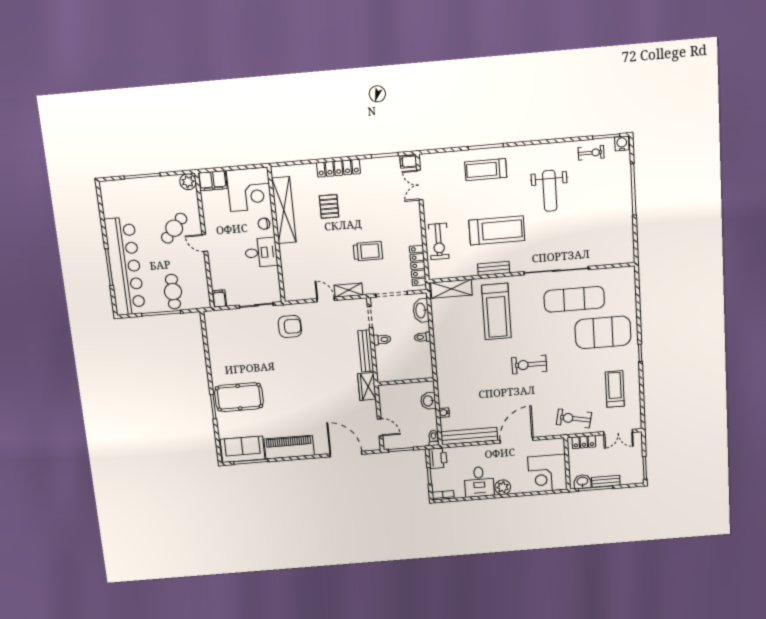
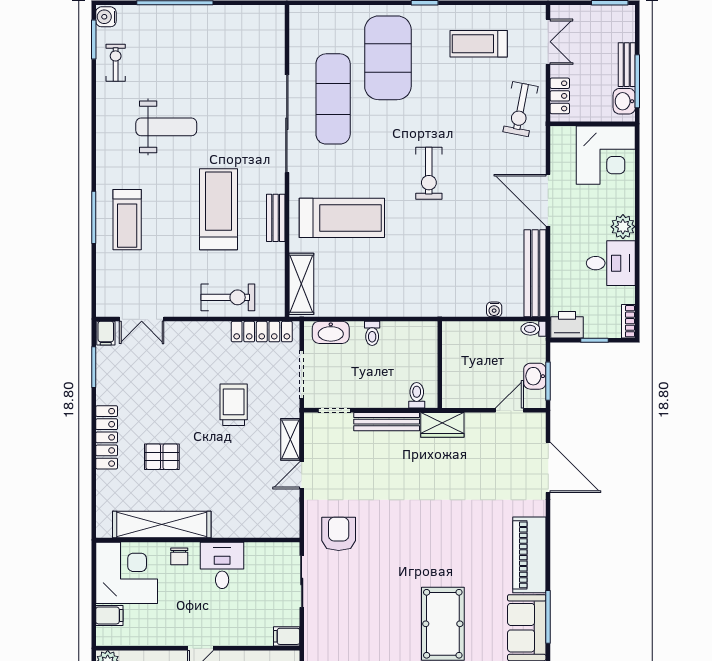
filing cabinet: (213, 181) -> (109, 615), width x0.50
toilet: (382, 340) -> (417, 395), moved
washbasin: (428, 401) -> (535, 376), moved, turned 90
door: (346, 454) -> (548, 467), swing flipped

